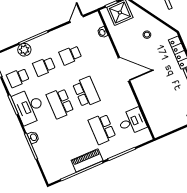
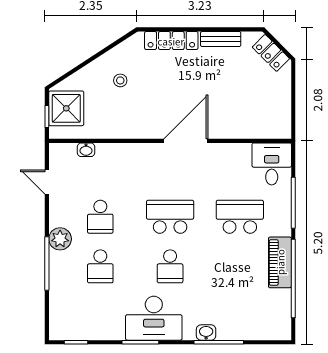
plant: (24, 50) -> (60, 239), moved
door: (124, 69) -> (186, 141), moved
school desk: (18, 78) -> (100, 316), removed
school desk: (60, 103) -> (170, 266), width x0.54
desk: (132, 122) -> (272, 164), moved
school desk: (102, 129) -> (240, 217), turned 180

